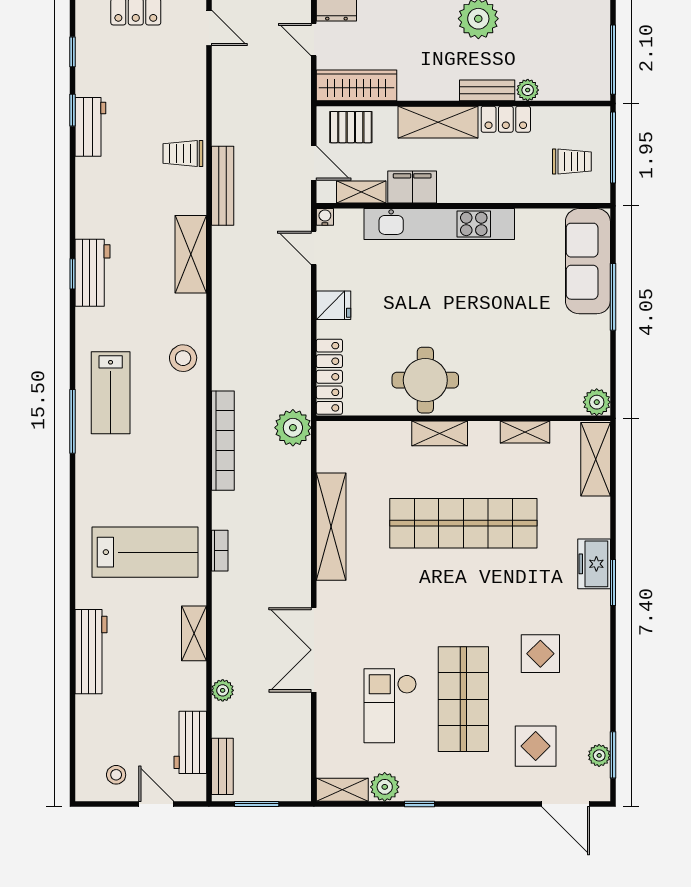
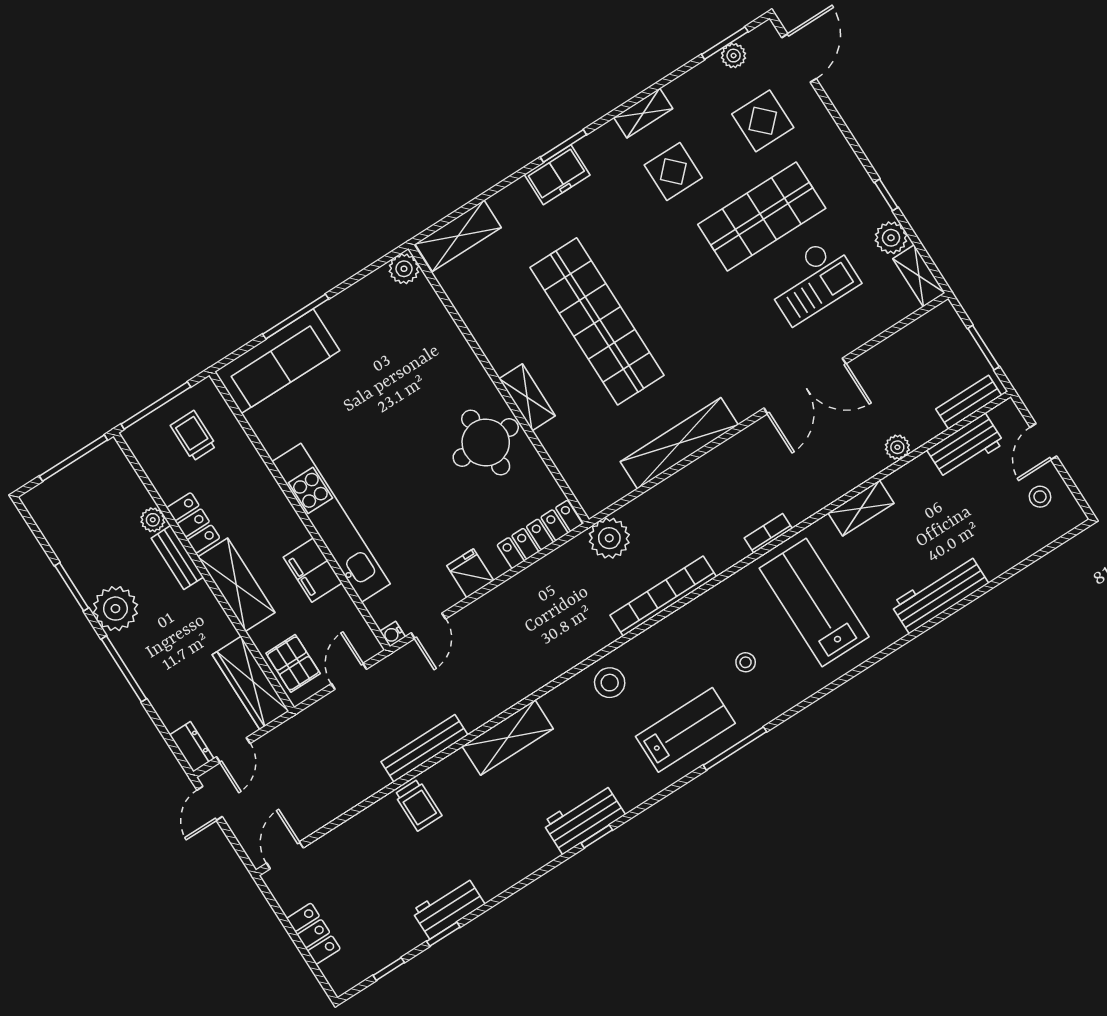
shelving: (361, 192) -> (348, 615), removed
shelving: (525, 432) -> (643, 113), moved, turned 90
stool: (133, 471) -> (746, 662), added

